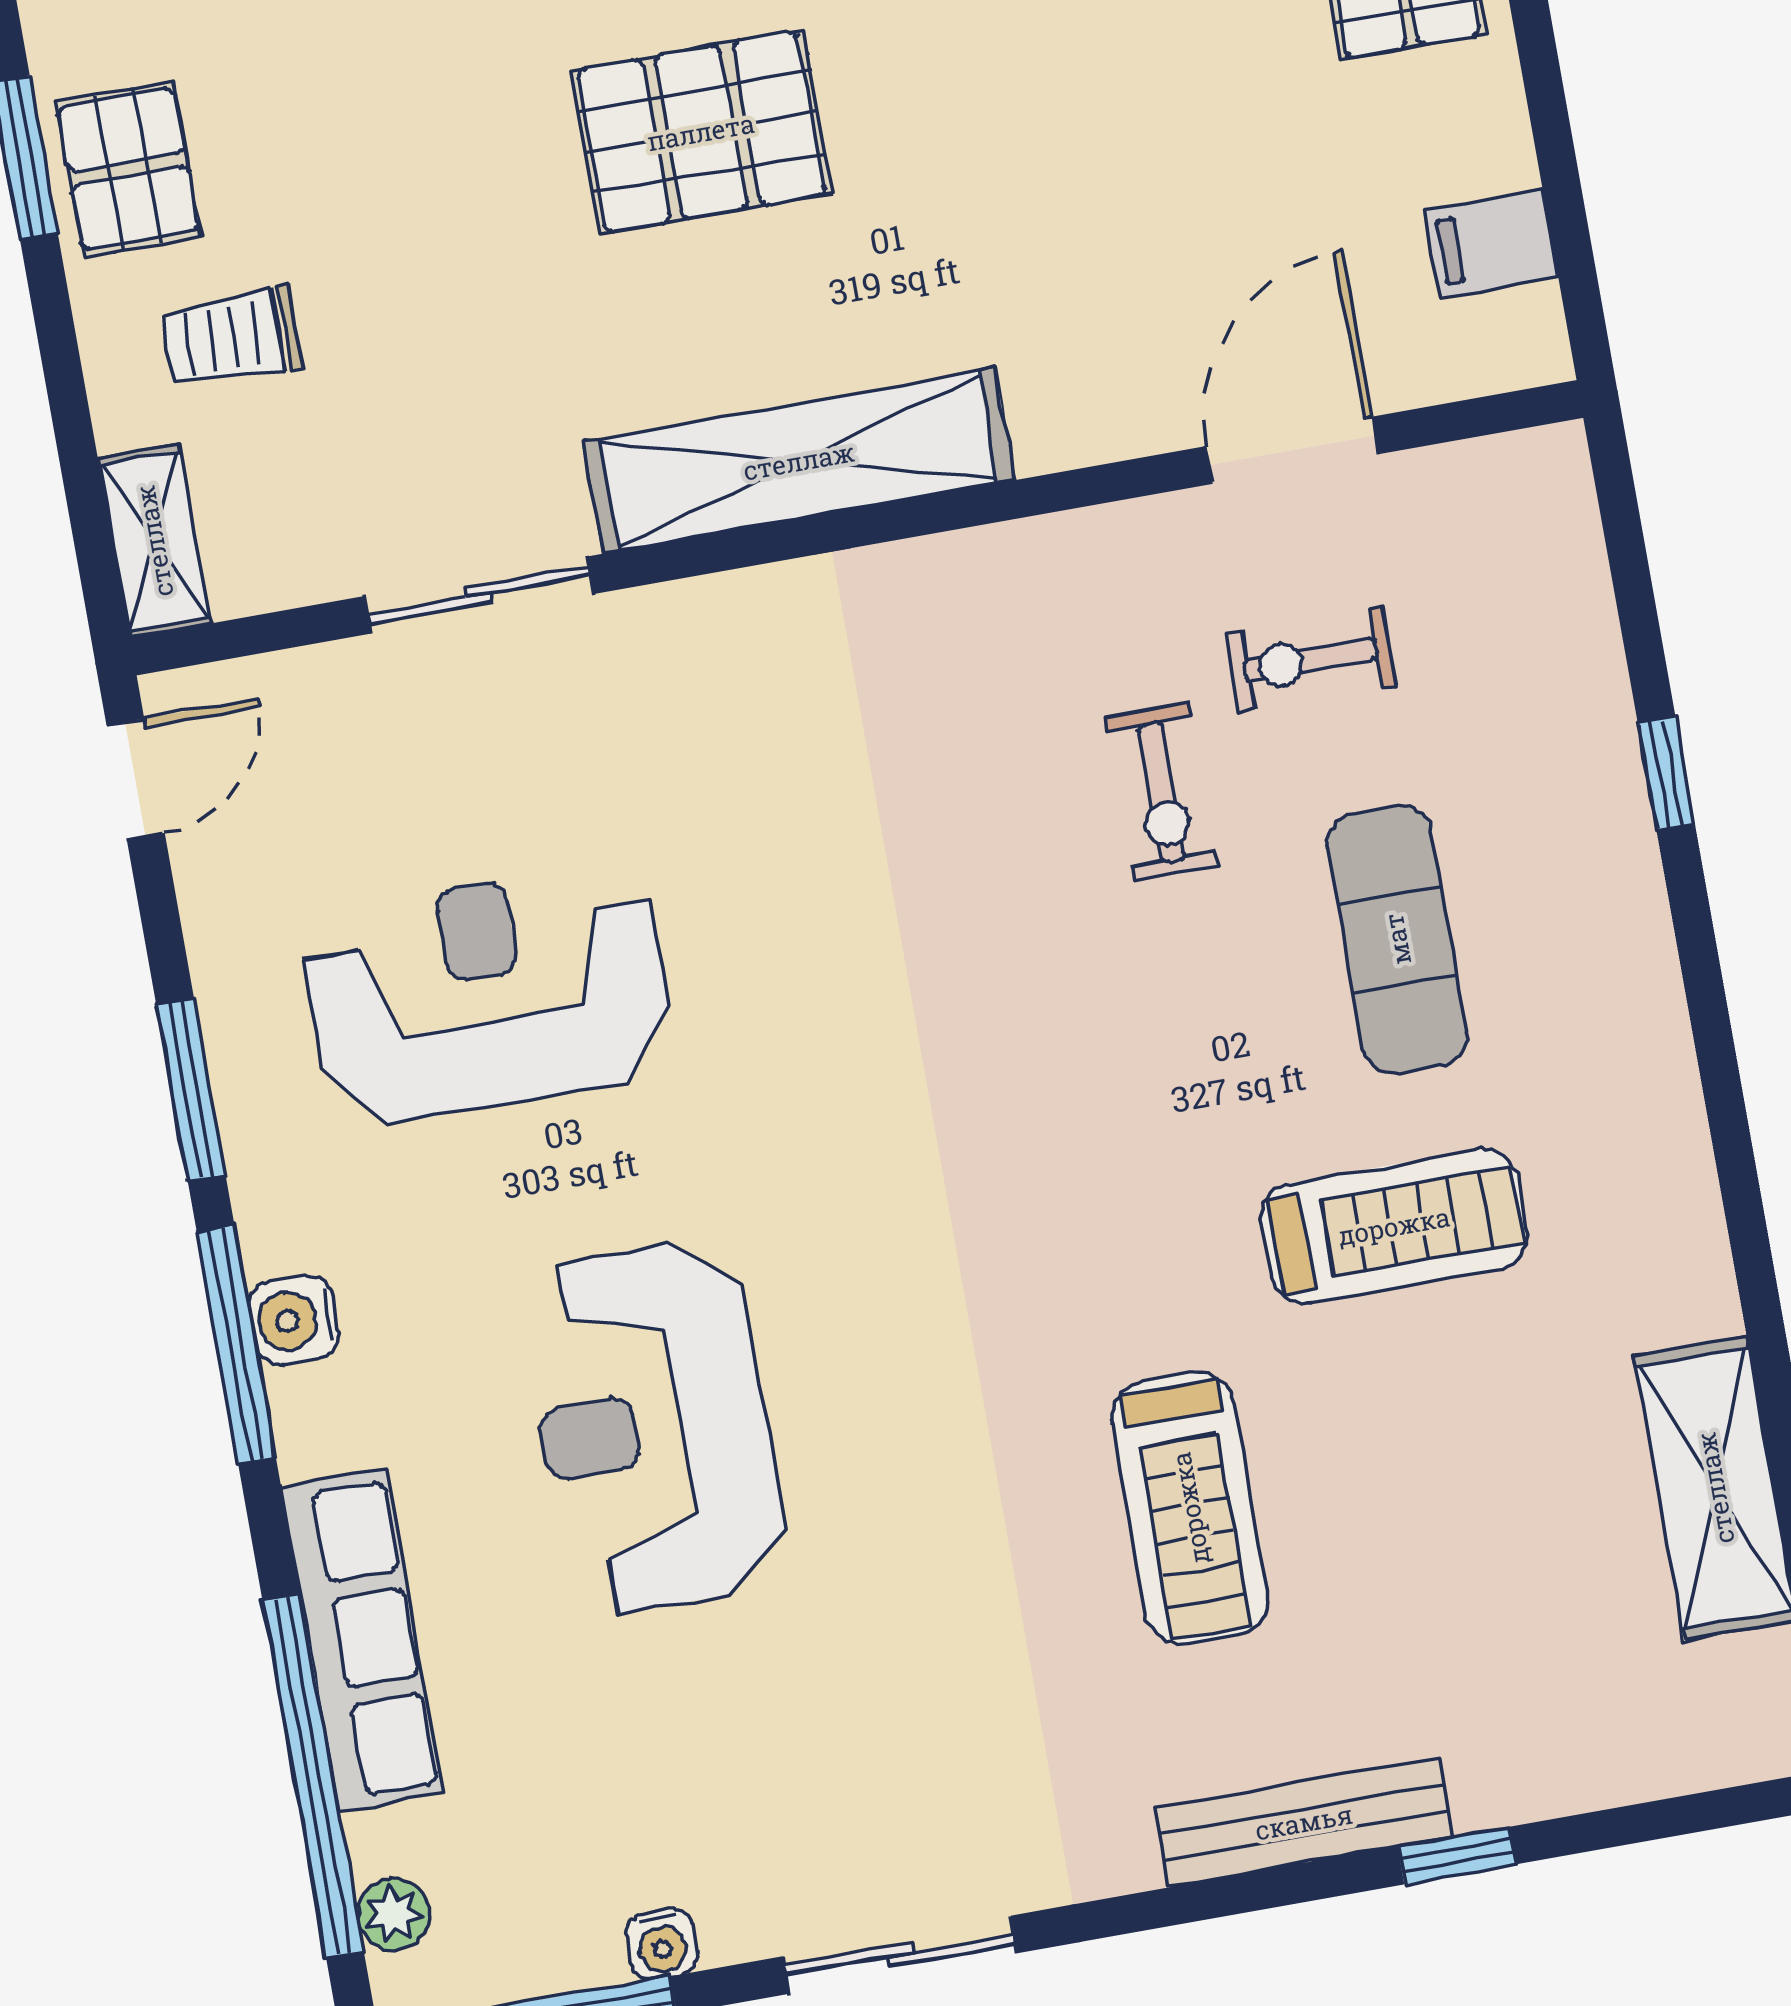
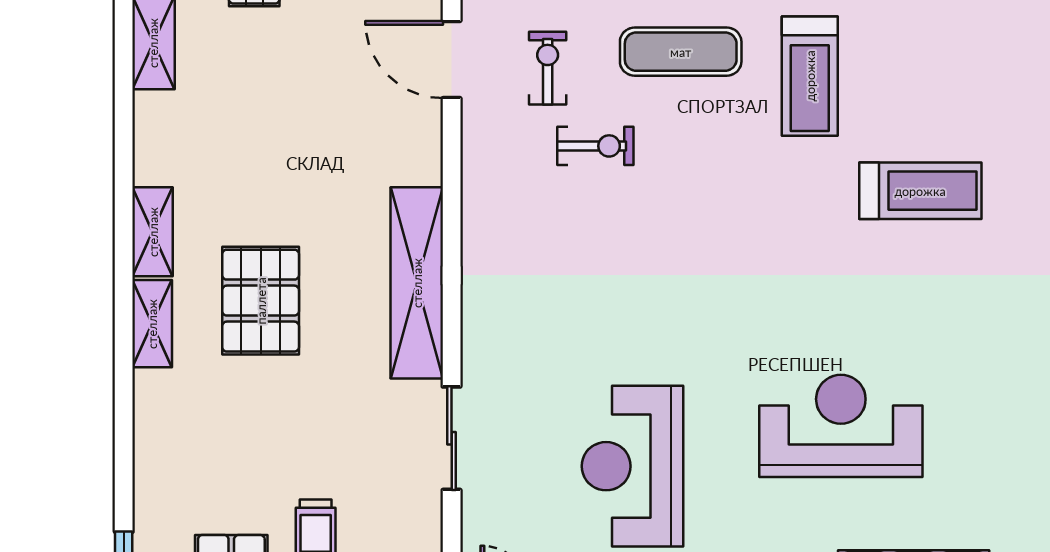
exercise bike: (1311, 660) -> (548, 68), turned 180
treadmill: (1394, 1226) -> (810, 76), turned 180
reception desk: (654, 1427) -> (841, 426), turned 180

